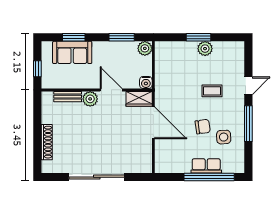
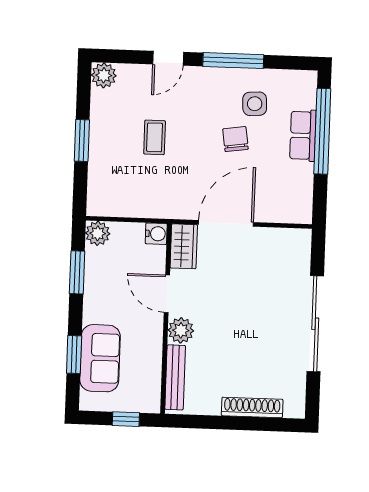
plant: (205, 49) -> (104, 75), moved
door: (248, 86) -> (168, 58), swing flipped
door: (111, 90) -> (167, 294), hinge flipped
coffee table: (212, 91) -> (155, 137), moved
bench: (68, 97) -> (175, 377), width x1.36

